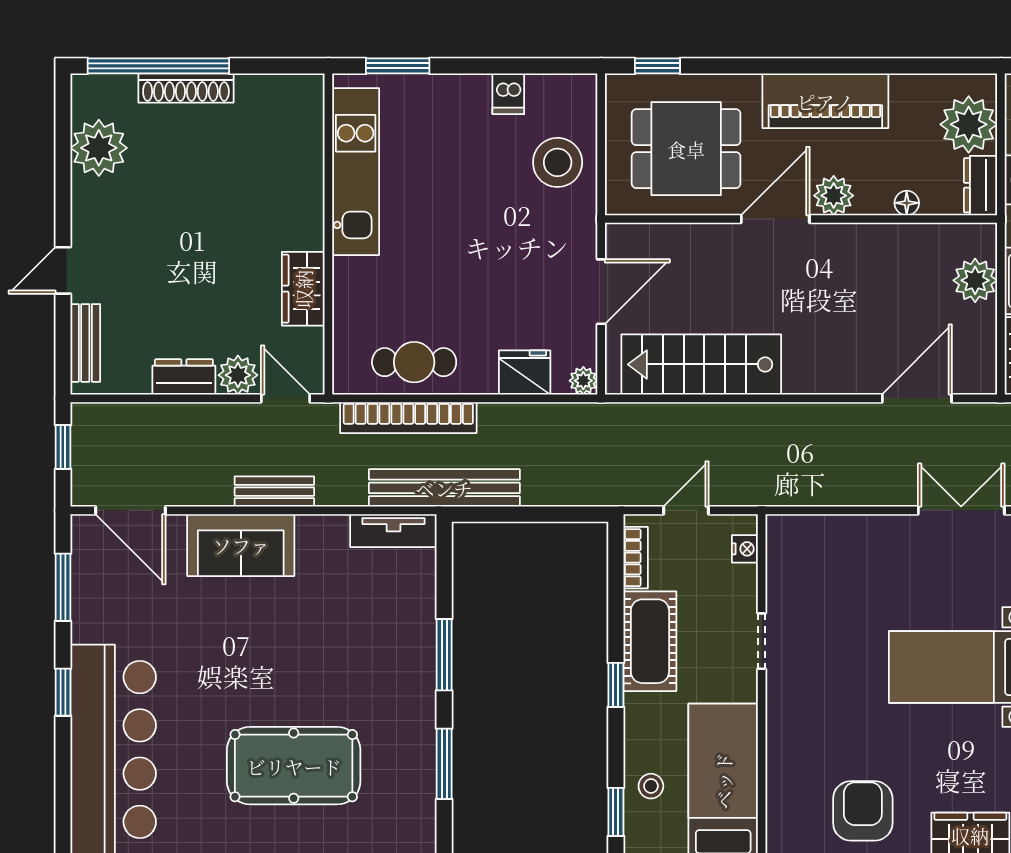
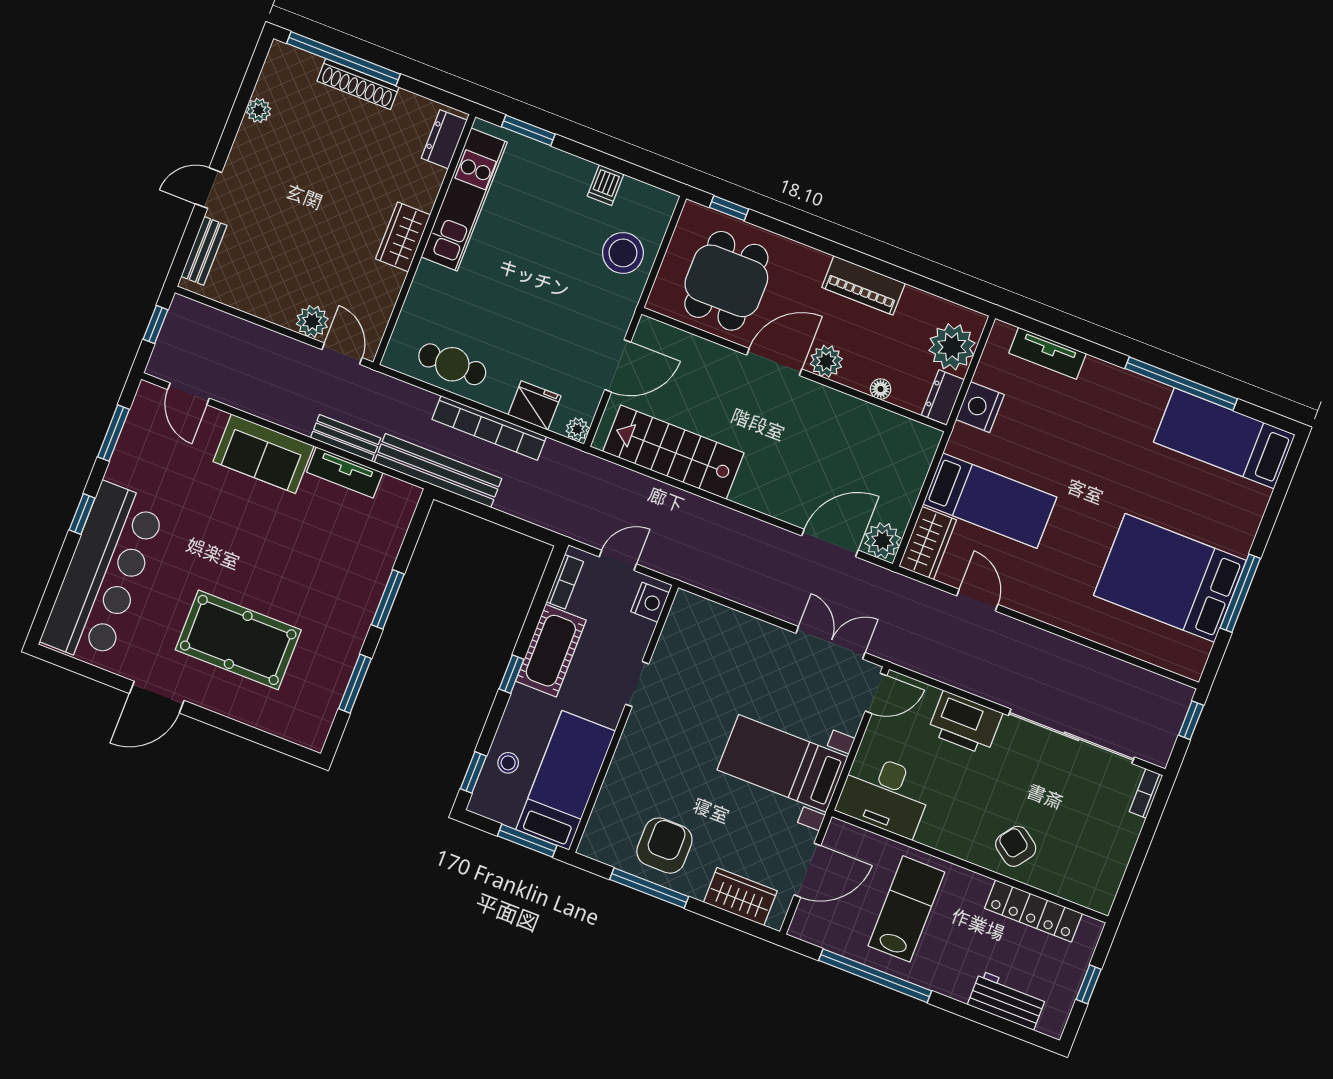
piano: (825, 101) -> (863, 285), width x0.73, depth x0.75
plant: (99, 148) -> (259, 110), width x0.53, depth x0.53
dining table: (686, 149) -> (726, 281), turned 90
plant: (975, 280) -> (883, 541), moved
wardrobe: (303, 289) -> (403, 237), moved
dresser: (184, 377) -> (444, 139), moved, turned -90
bookcase: (408, 418) -> (489, 428), moved
bench: (274, 492) -> (346, 438), moved
door: (130, 510) -> (189, 394), width x0.73
tv unit: (393, 531) -> (345, 472), moved
nightstand: (745, 549) -> (650, 602), width x1.39, depth x1.35

